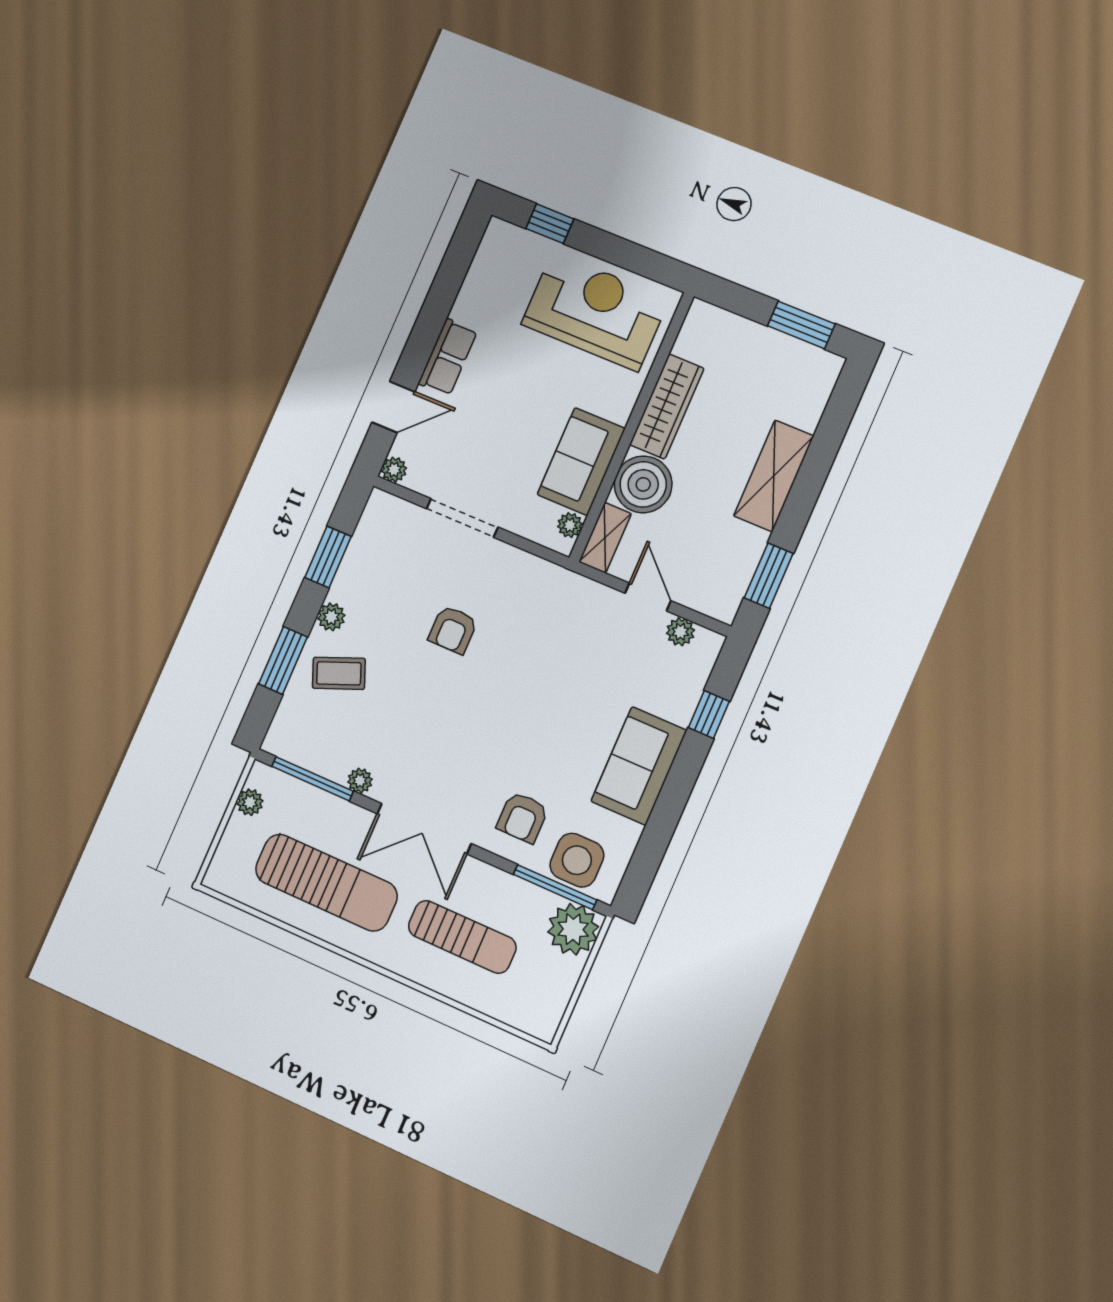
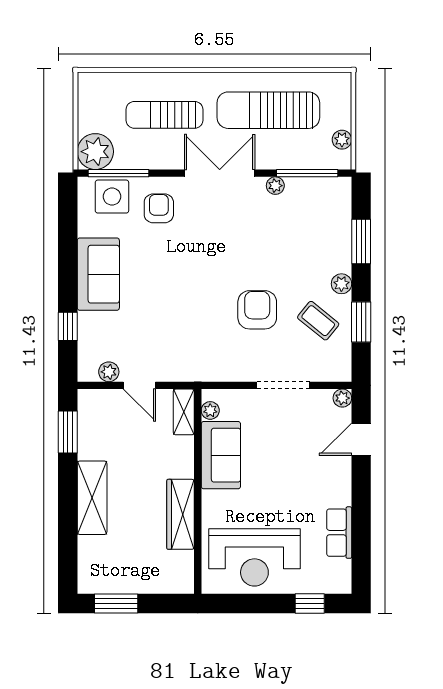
row of seats: (448, 357) -> (339, 533), moved
boiler: (643, 484) -> (174, 457), removed
armchair: (453, 630) -> (257, 310), width x1.38, depth x1.38
coffee table: (339, 673) -> (318, 321), moved, turned 61

